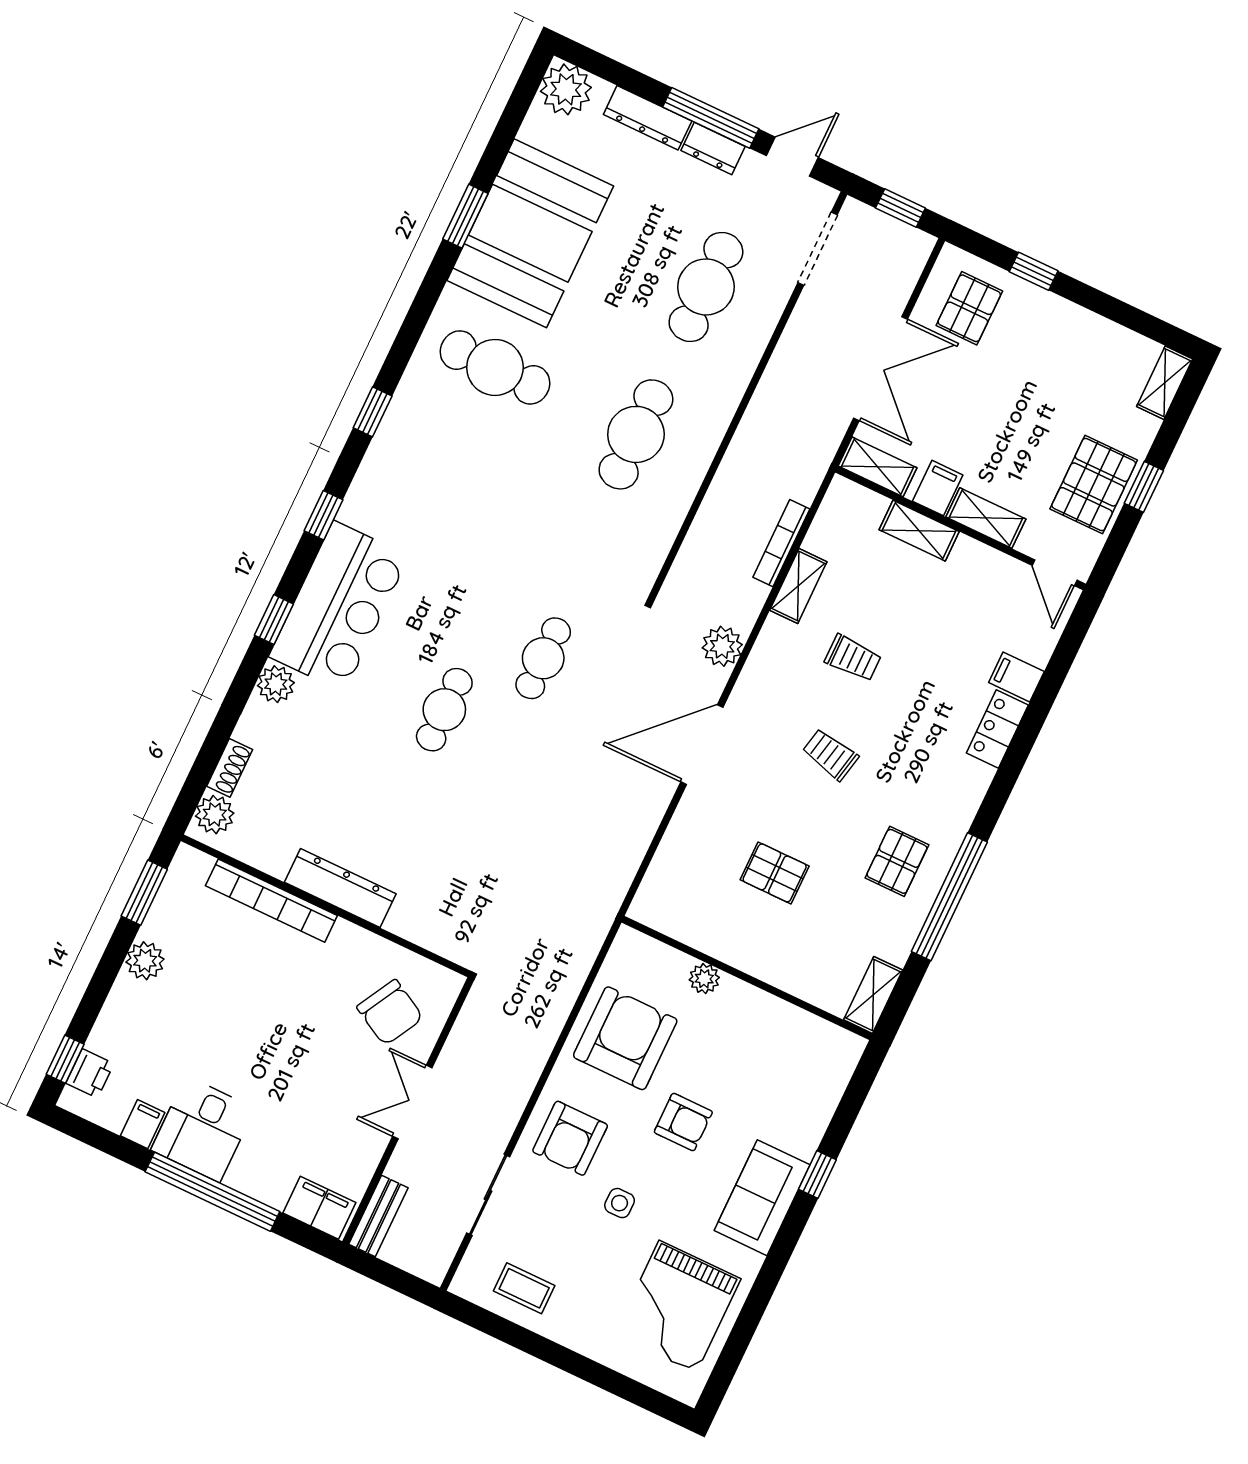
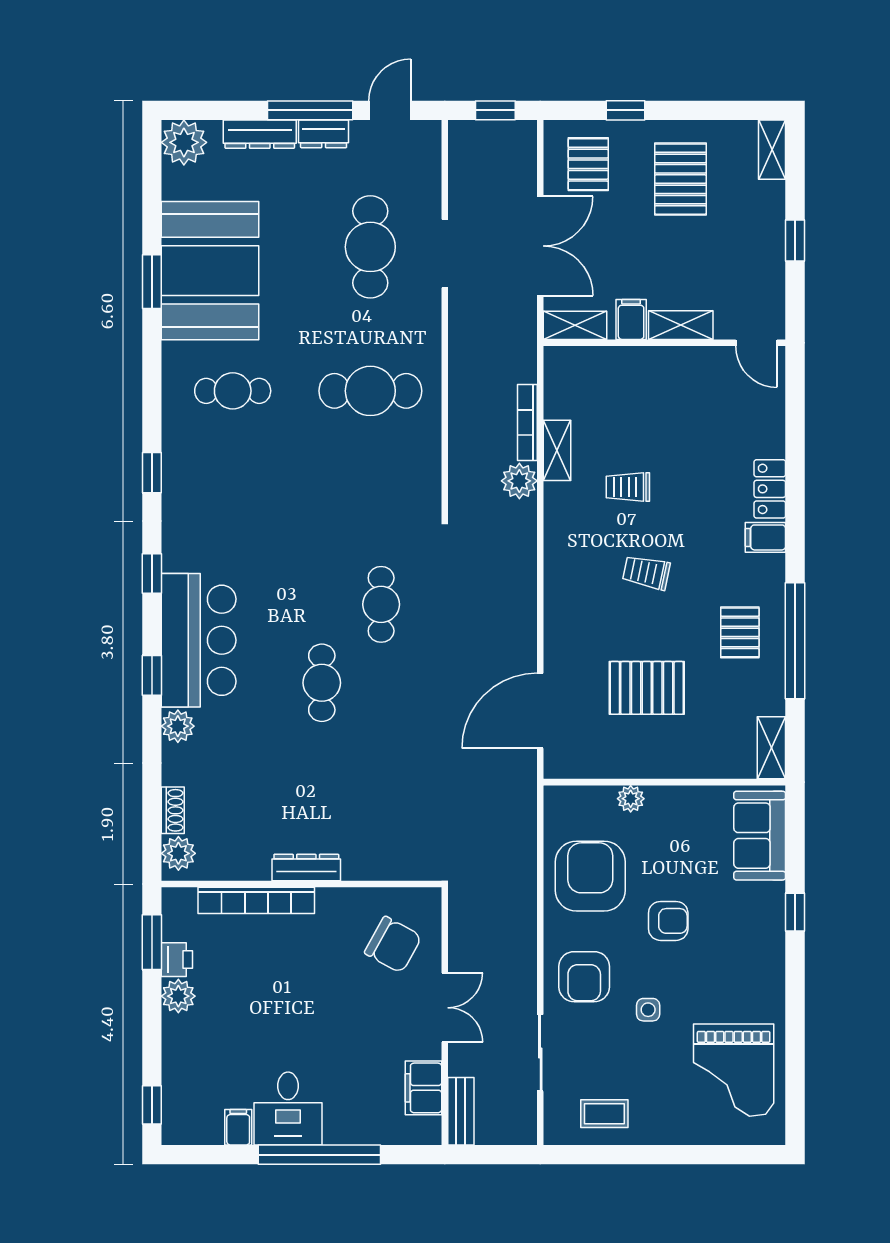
doorway: (817, 249) -> (445, 253), moved
cafe table: (495, 367) -> (233, 391), width x0.73, depth x0.74
cafe table: (636, 434) -> (370, 391), turned 90
pallet: (1094, 485) -> (680, 179), moved
shelving: (919, 531) -> (632, 360), removed
plant: (722, 646) -> (519, 481), moved
trolley: (853, 658) -> (628, 487), turned 180
filing cabinet: (1016, 677) -> (765, 537), moved
door: (702, 745) -> (540, 711), moved
pallet: (775, 873) -> (647, 688), width x1.50, depth x1.42
dresser: (340, 888) -> (306, 867), width x0.73, depth x0.80
printer: (90, 1073) -> (177, 960), moved
double door: (412, 1102) -> (445, 1008), swing flipped
sofa: (762, 1198) -> (760, 836), moved
filing cabinet: (319, 1208) -> (424, 1088), moved, turned -90

